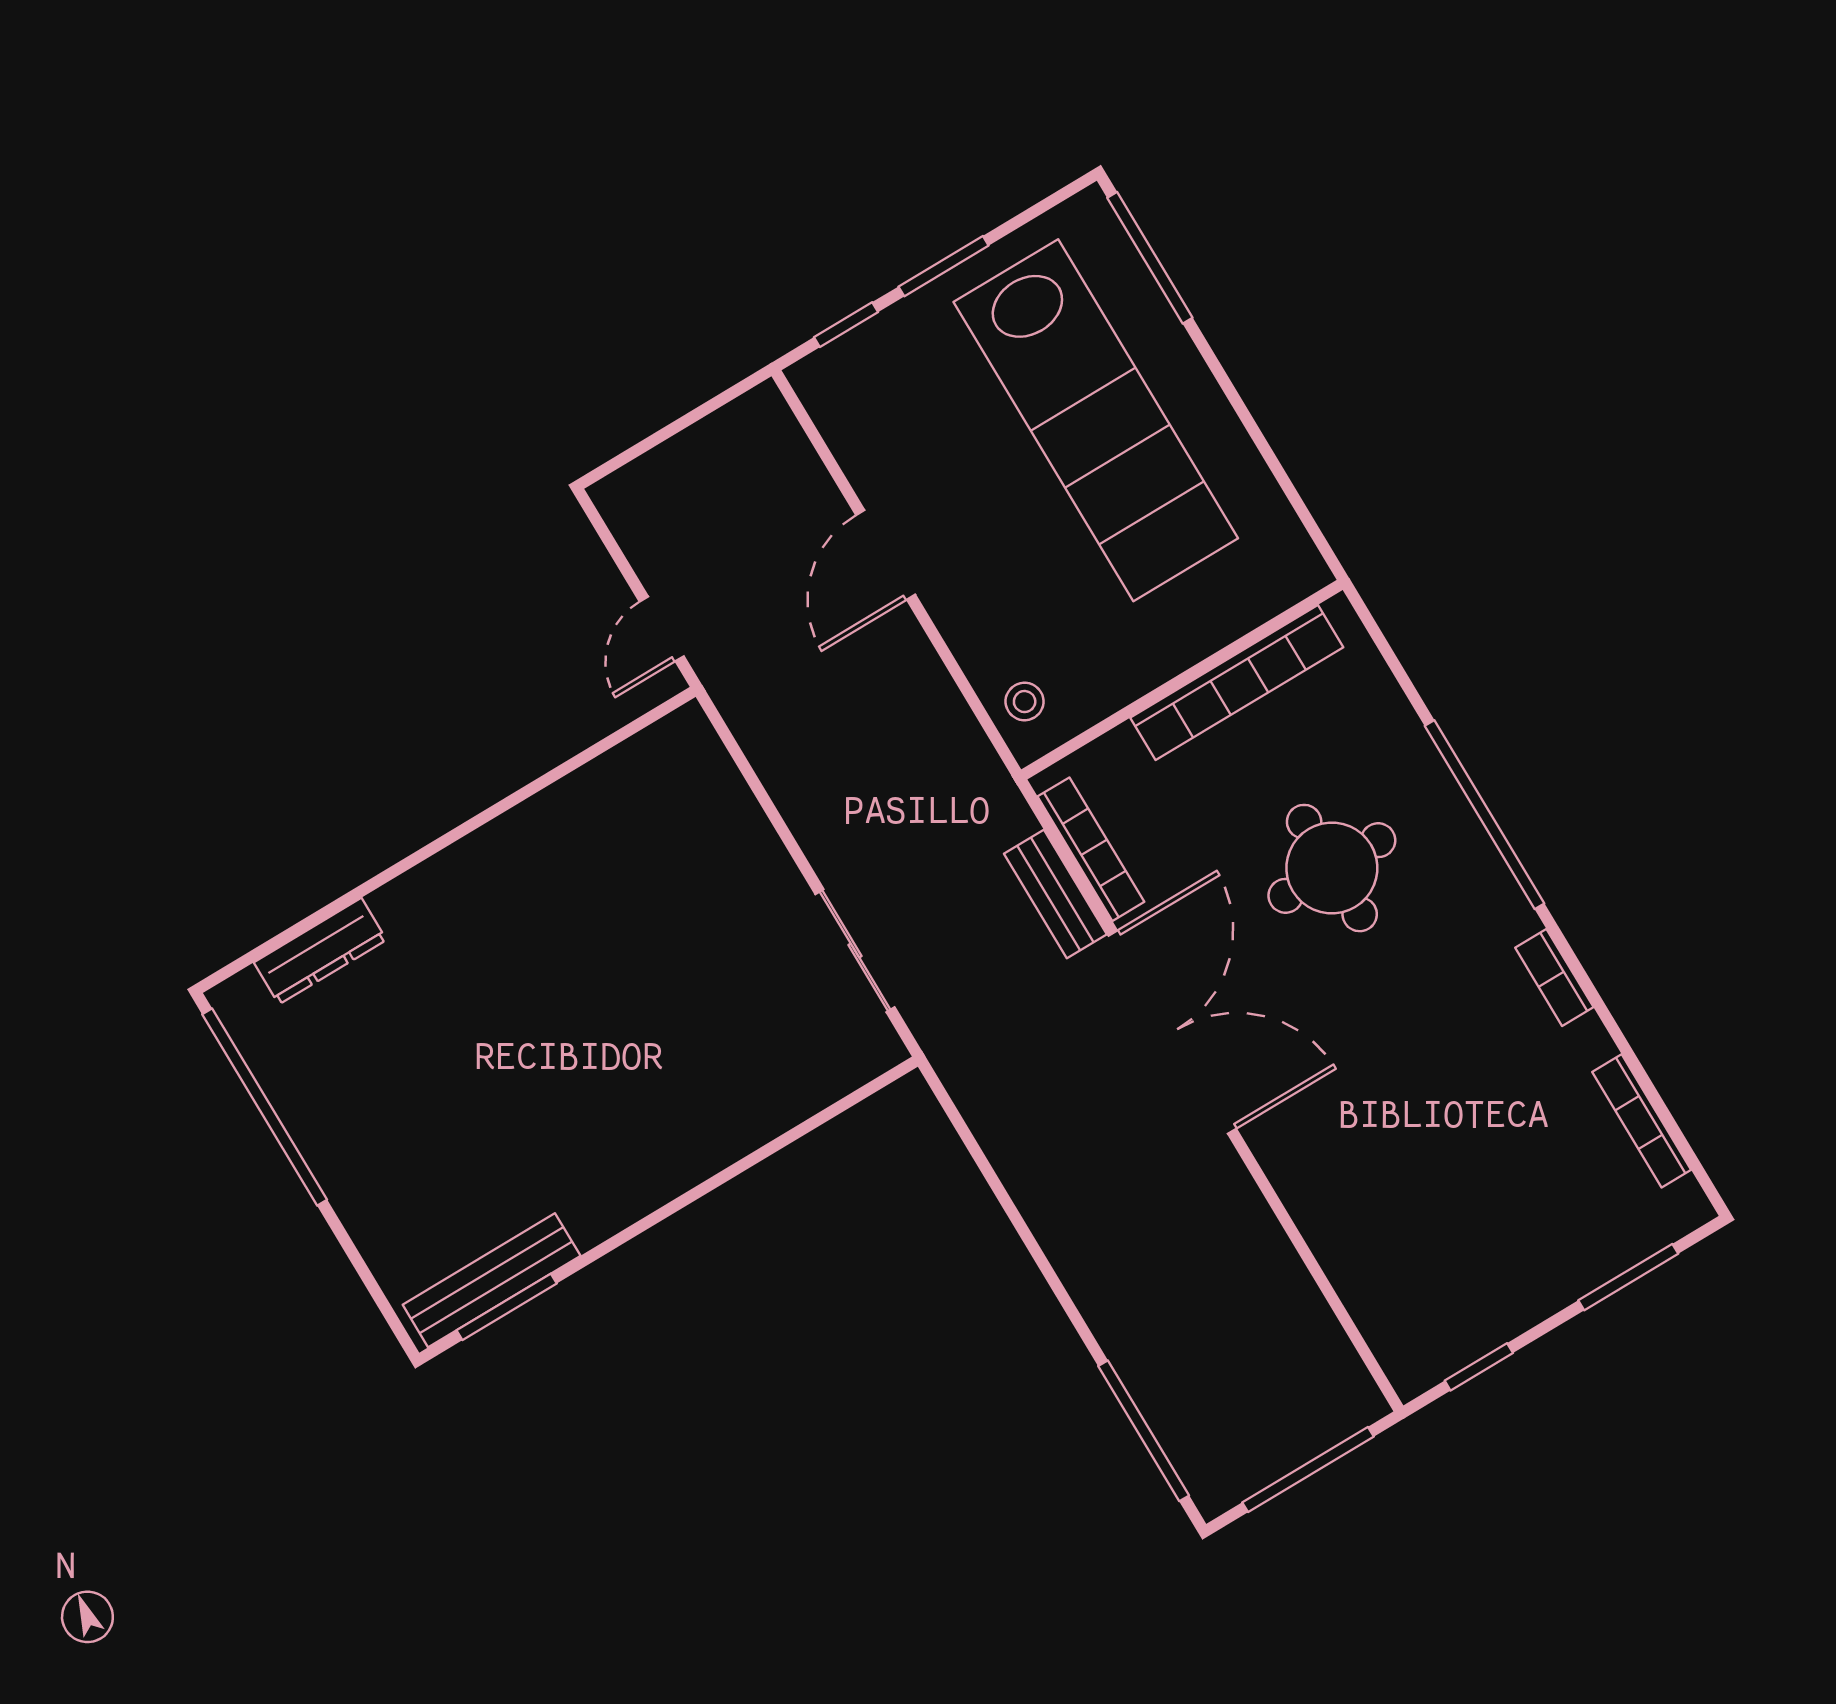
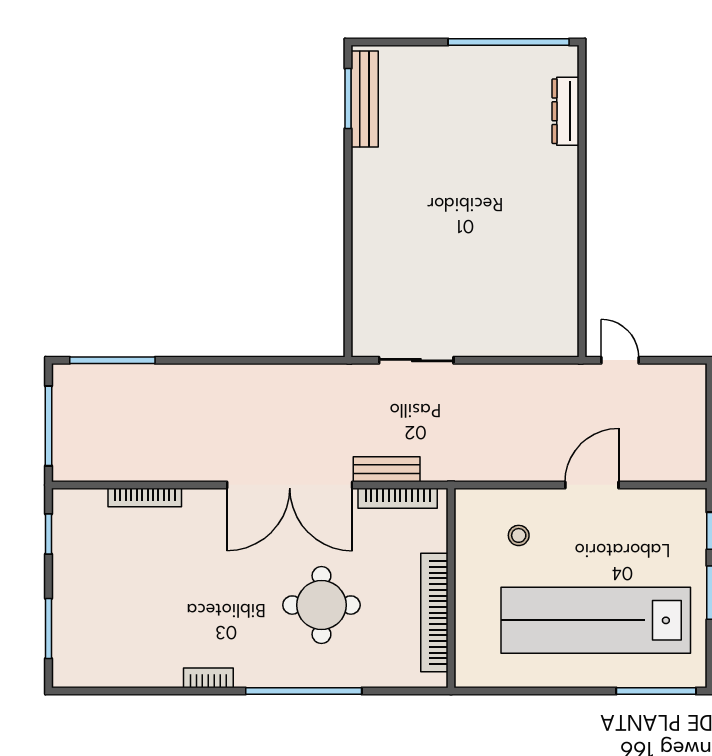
door: (886, 555) -> (592, 485), hinge flipped
stool: (1025, 702) -> (519, 535), moved
bookcase: (1642, 1121) -> (145, 497), moved, turned 180

